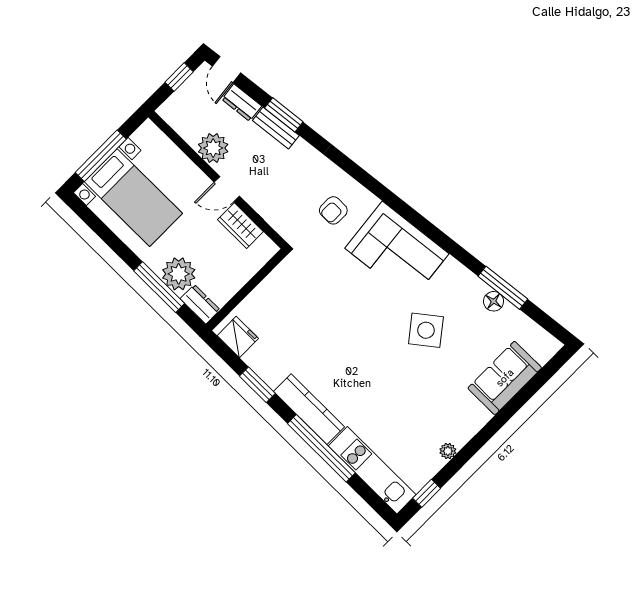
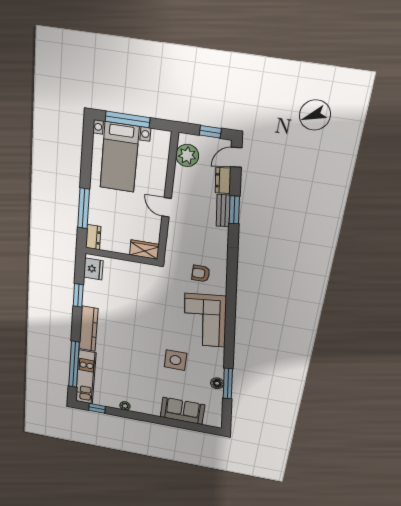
plant: (213, 148) -> (187, 155), moved
wardrobe: (240, 226) -> (144, 250), moved, turned 90
plant: (179, 274) -> (99, 214), removed
side table: (426, 330) -> (175, 360), turned 38
window: (321, 448) -> (74, 364), moved

